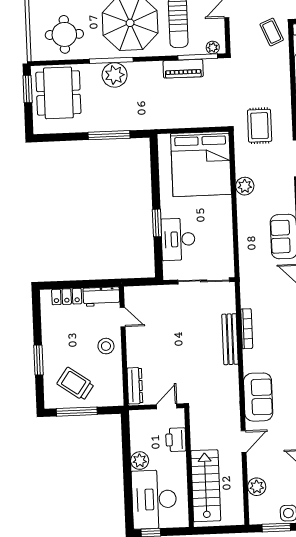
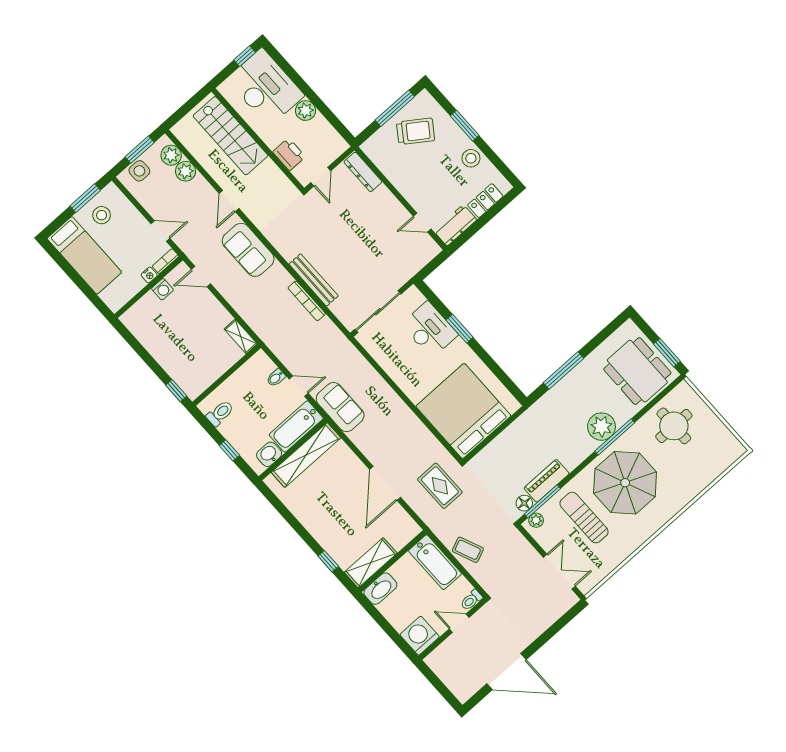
coffee table: (272, 32) -> (468, 550), moved
floor lamp: (211, 66) -> (524, 503), added
plant: (245, 186) -> (171, 155), moved
stool: (106, 346) -> (471, 158), moved

